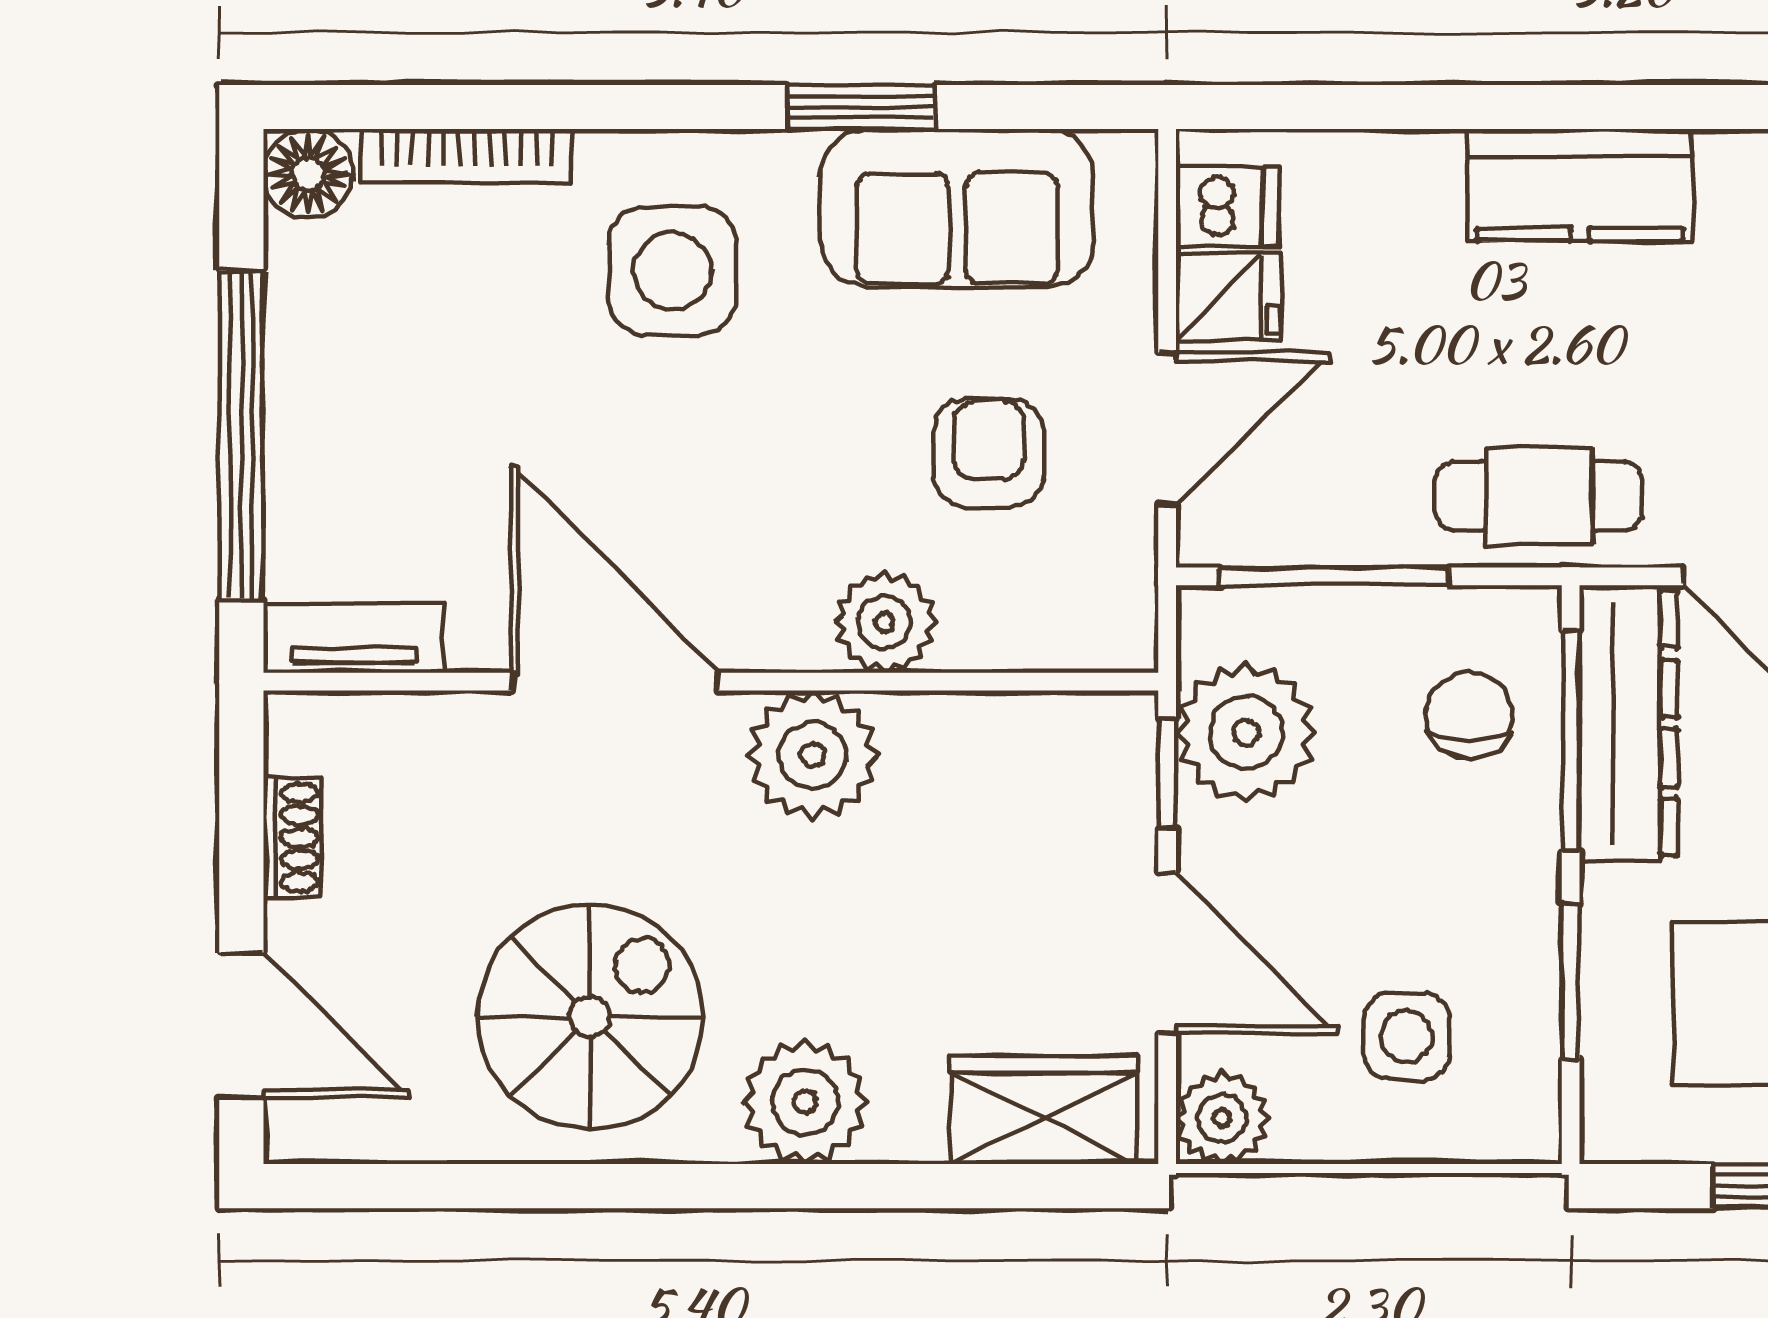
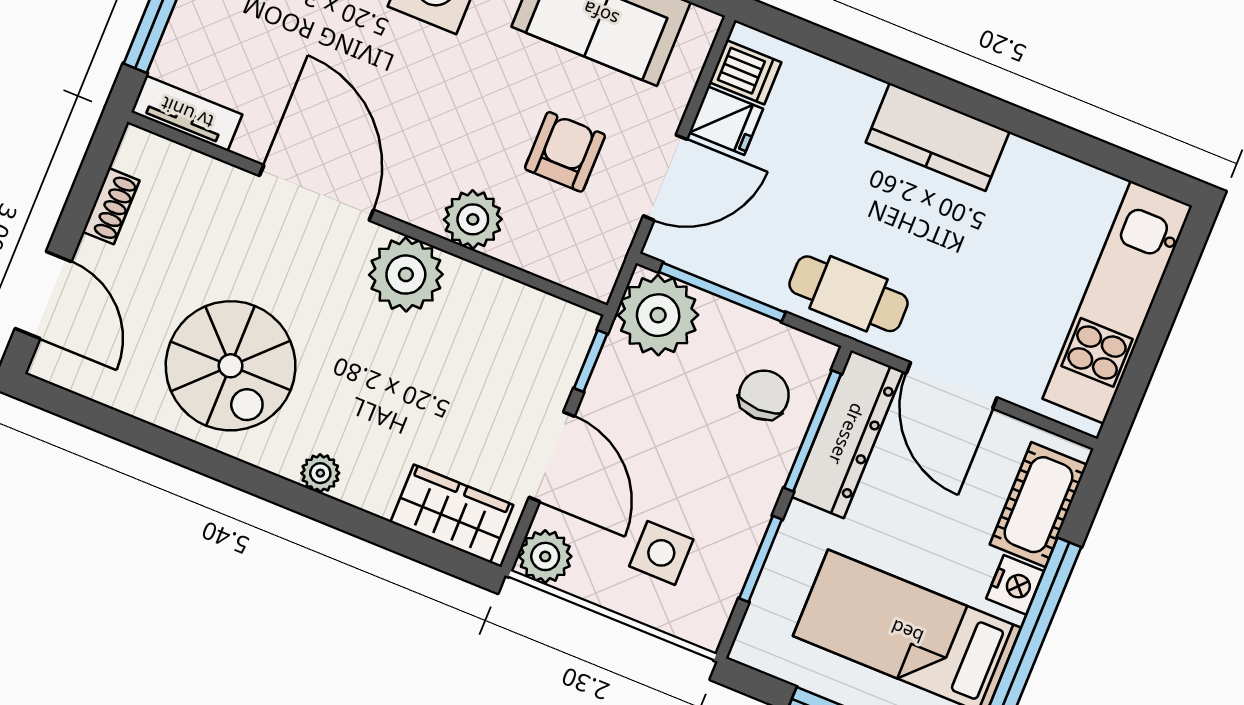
plant: (1246, 733) -> (658, 315), moved
spiral stairs: (590, 1017) -> (231, 366), turned 90
plant: (805, 1102) -> (320, 473), width x0.53, depth x0.53

